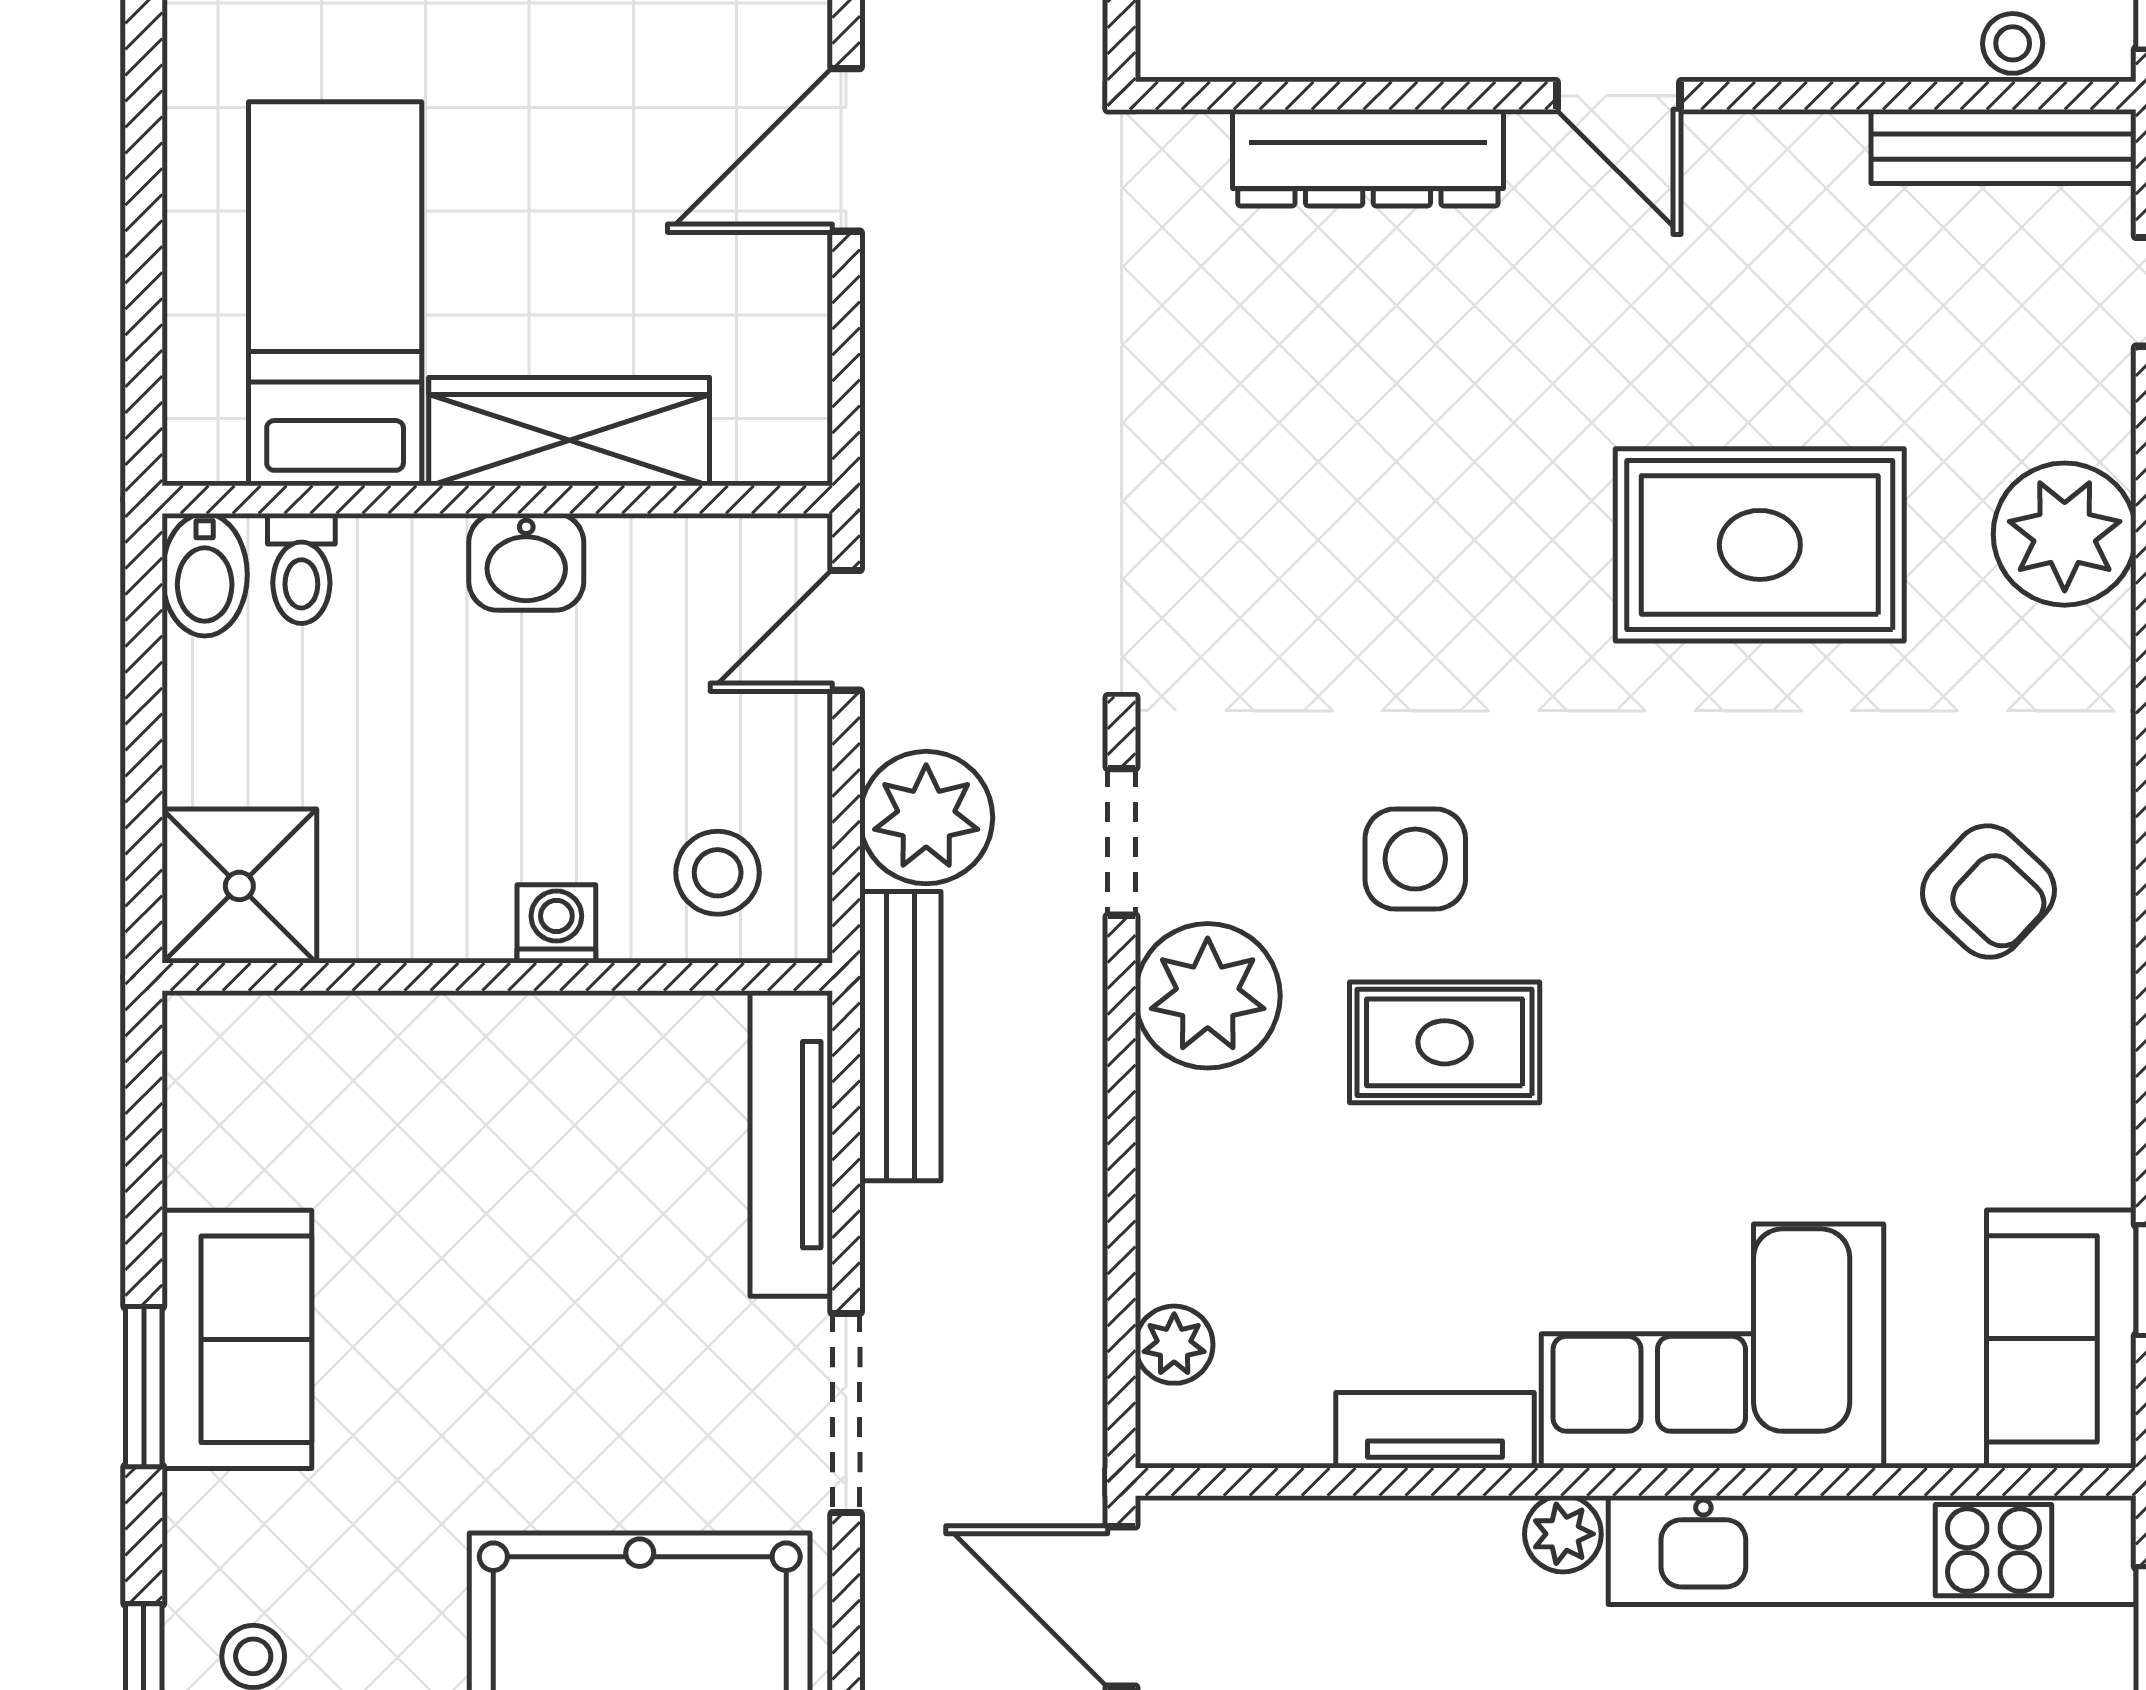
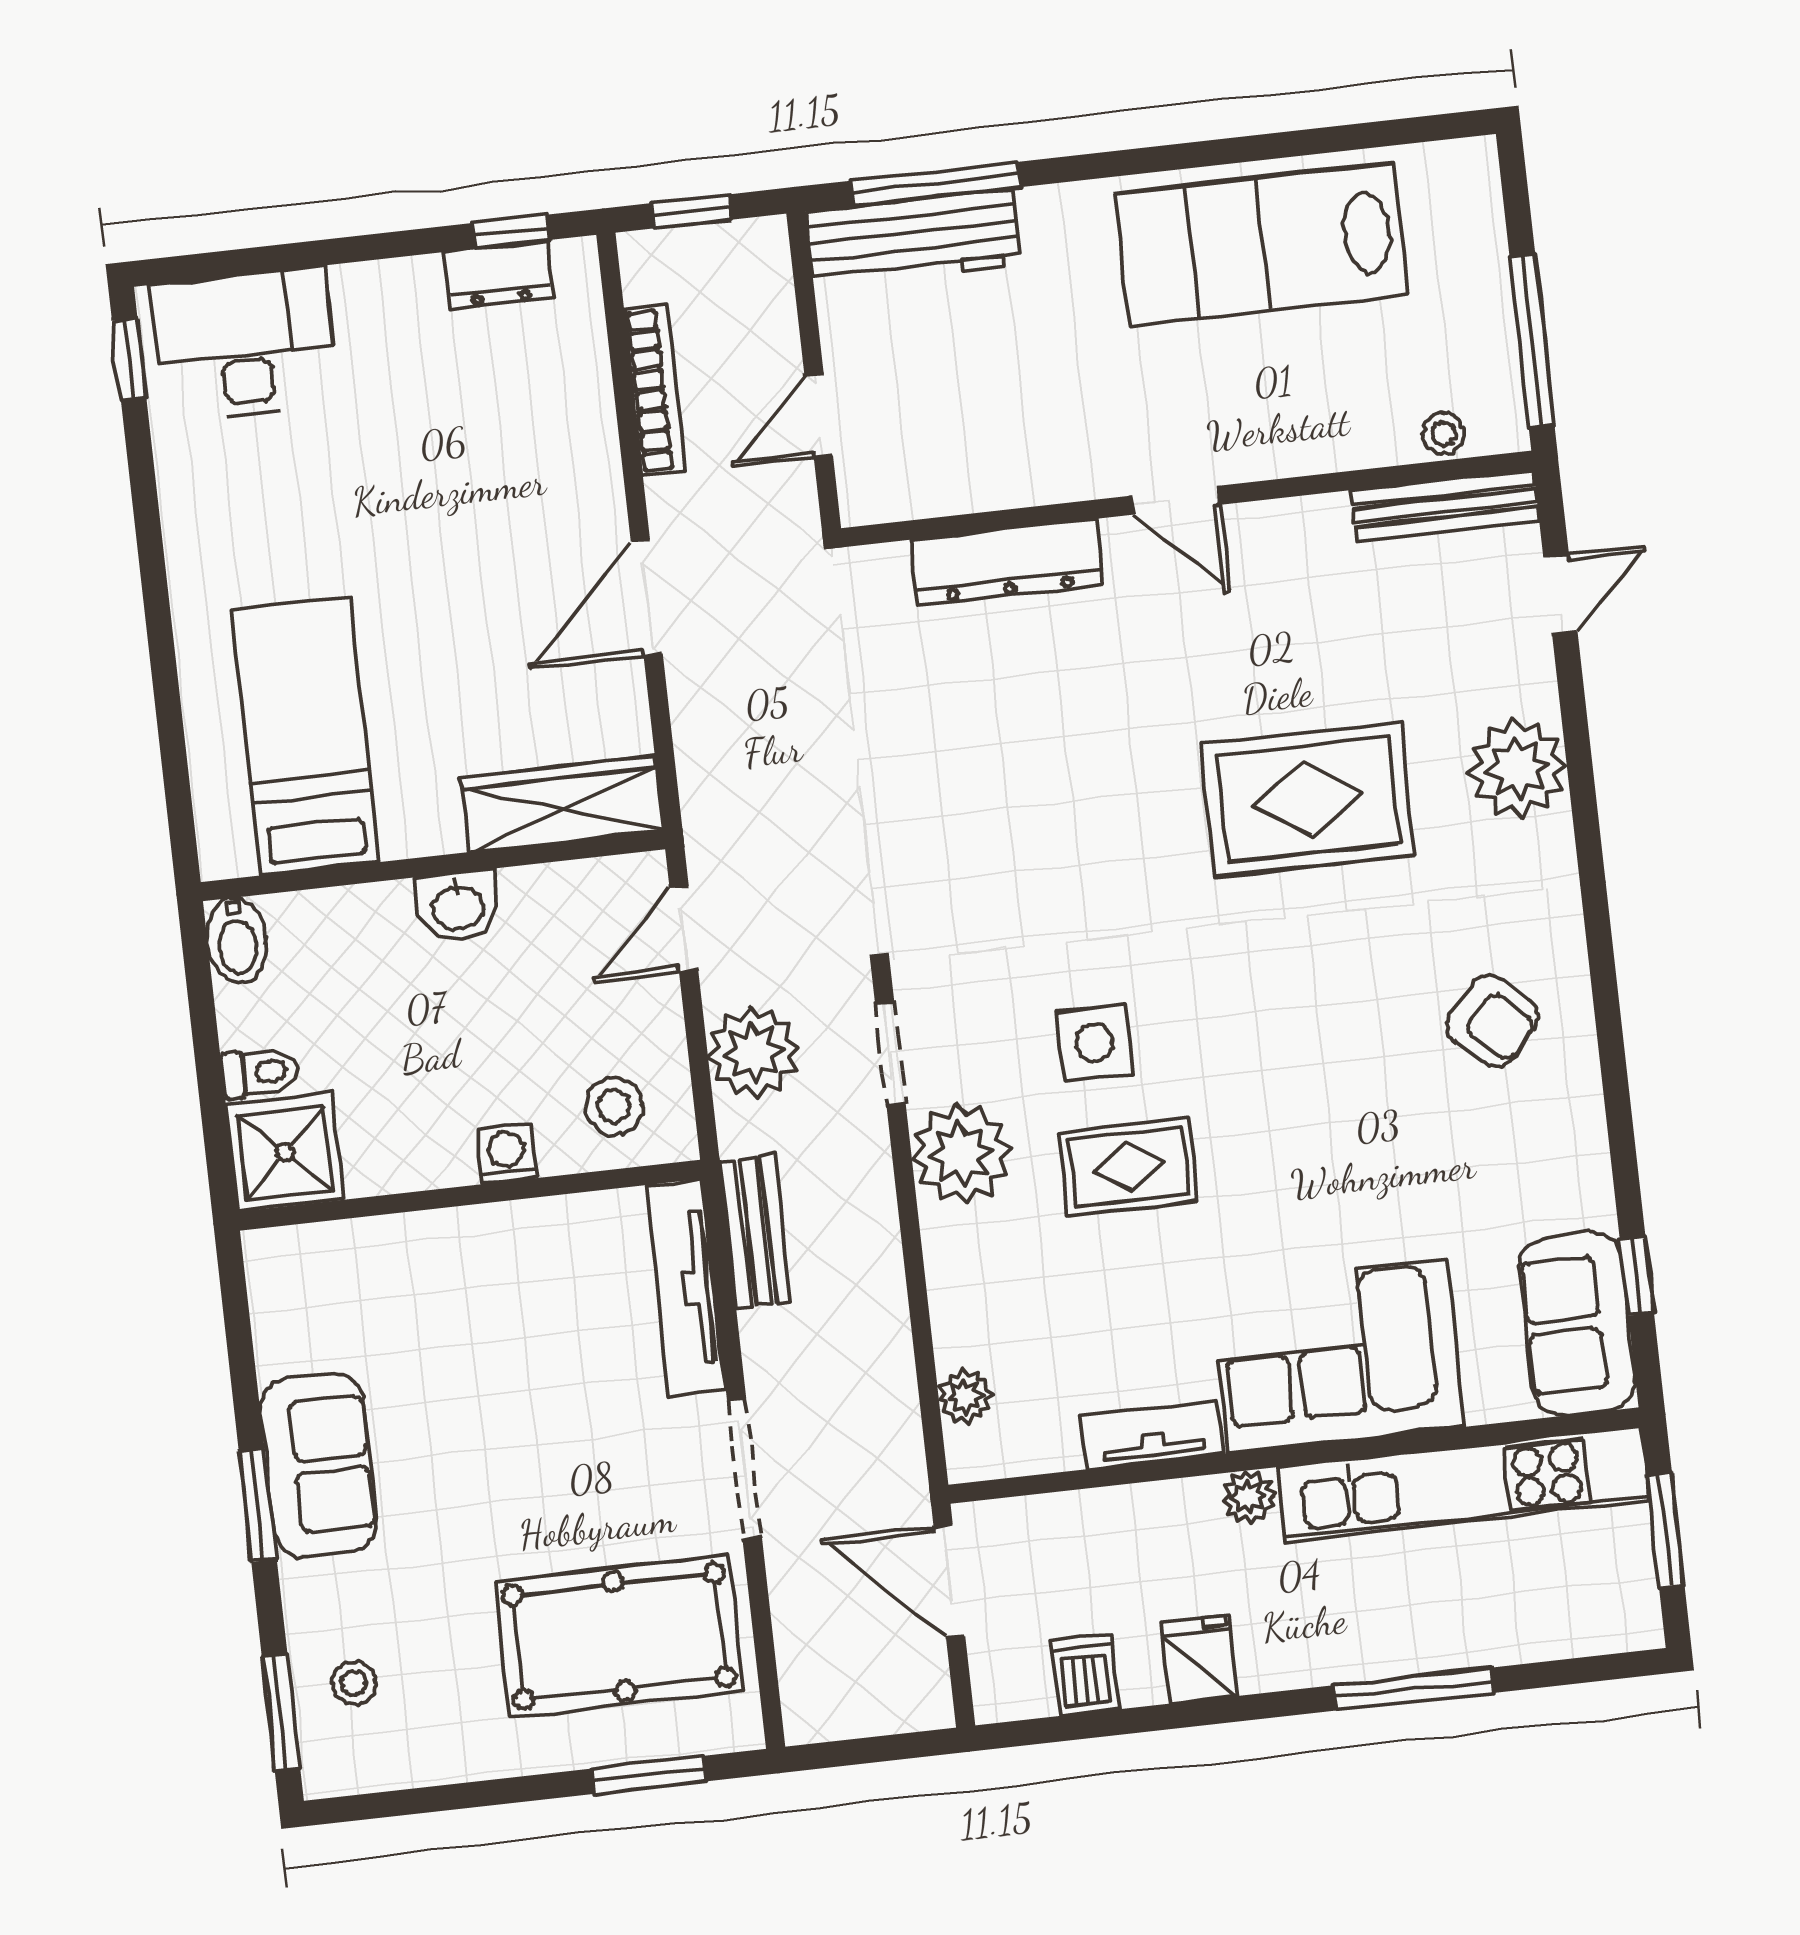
wardrobe: (569, 432) -> (562, 804), moved
toilet: (301, 568) -> (261, 1072), moved, turned -90
bench: (900, 1036) -> (756, 1231), width x0.73

